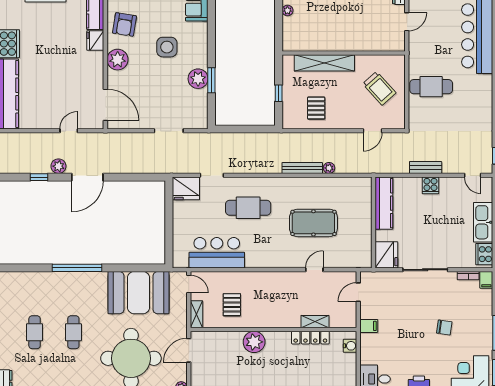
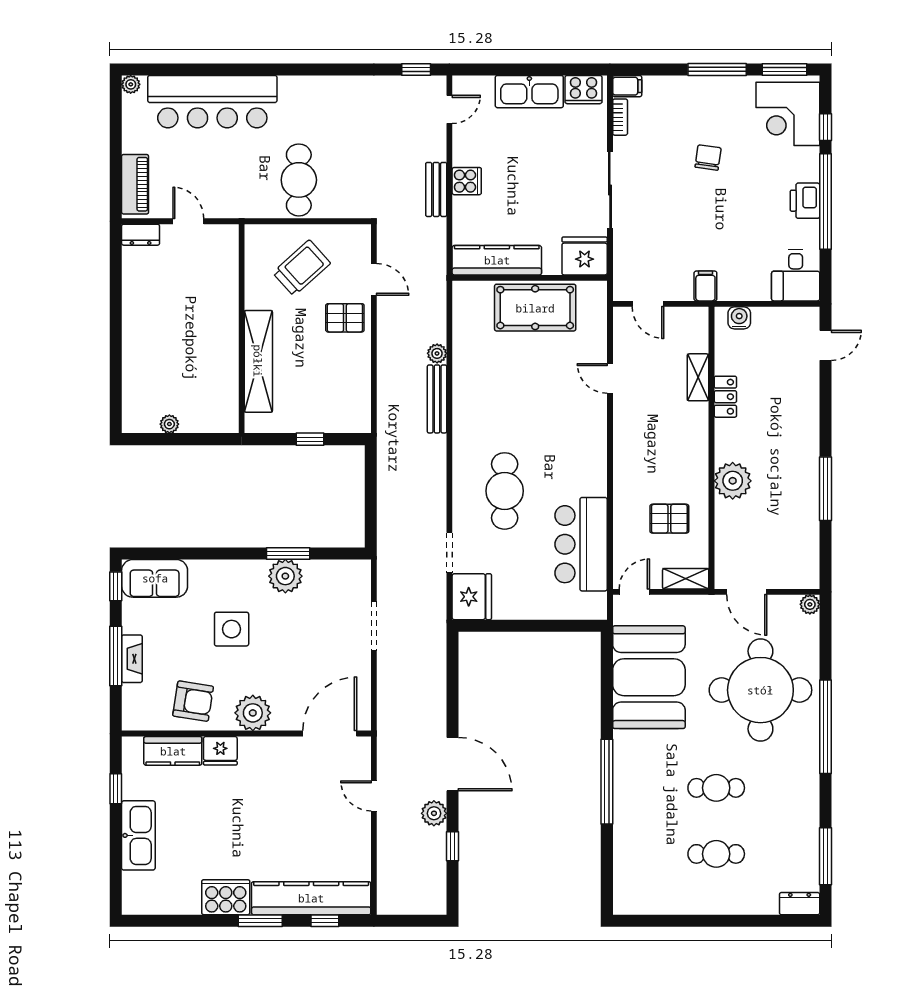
pallet: (316, 108) -> (345, 318), moved
pool table: (313, 223) -> (535, 308), moved, turned 90
locker: (310, 338) -> (725, 397), width x0.66

